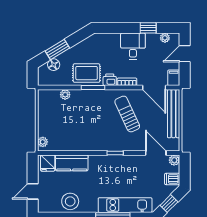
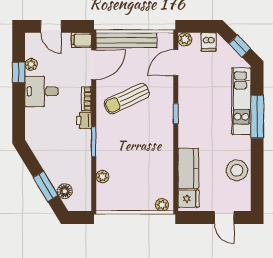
plant: (165, 38) -> (31, 64), moved
rug: (87, 73) -> (75, 150), removed

